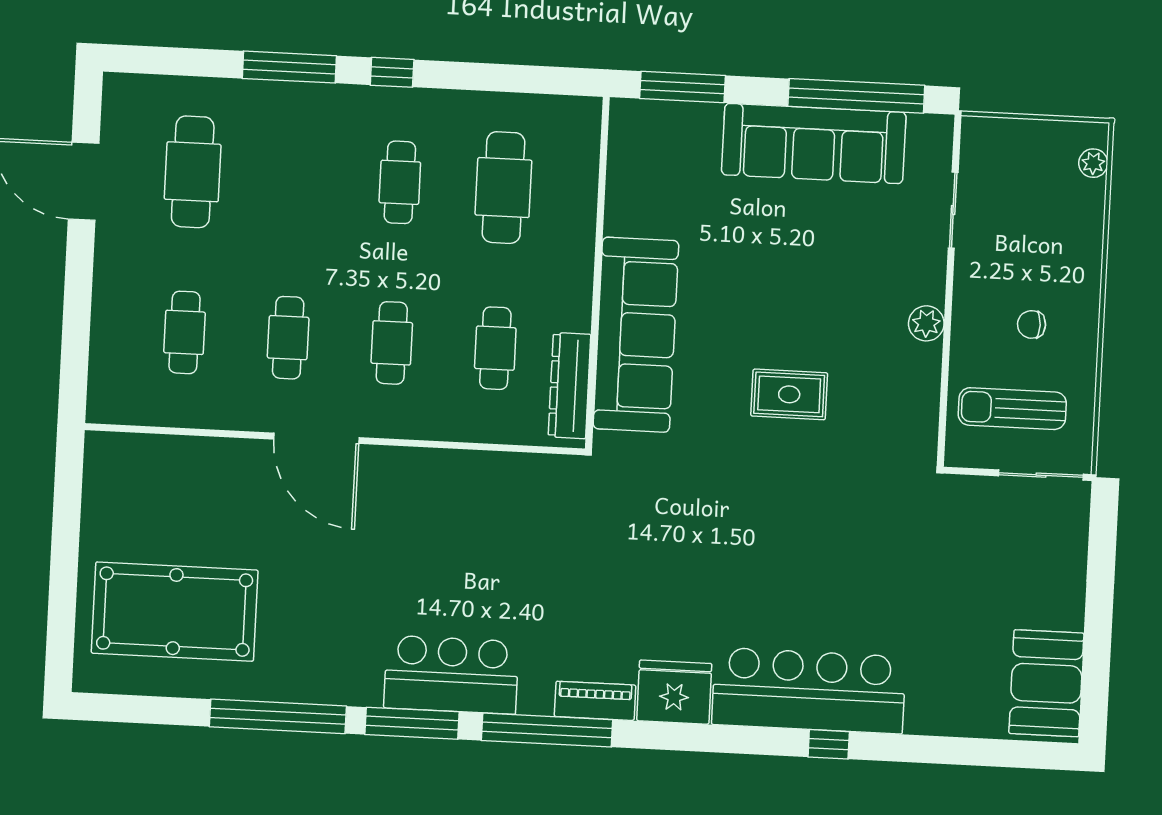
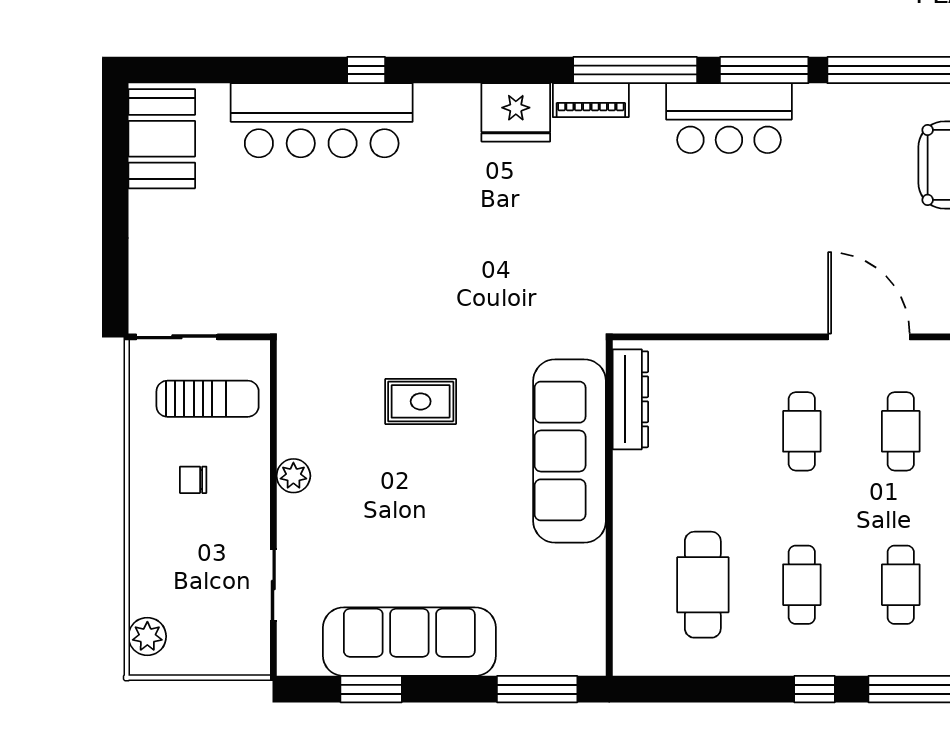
window: (856, 96) -> (371, 689), width x0.47
plant: (1093, 163) -> (147, 636), width x1.38, depth x1.38
chair: (1032, 324) -> (193, 480), turned 180
cafe table: (495, 348) -> (901, 585), moved
bar counter: (809, 691) -> (322, 120), moved

